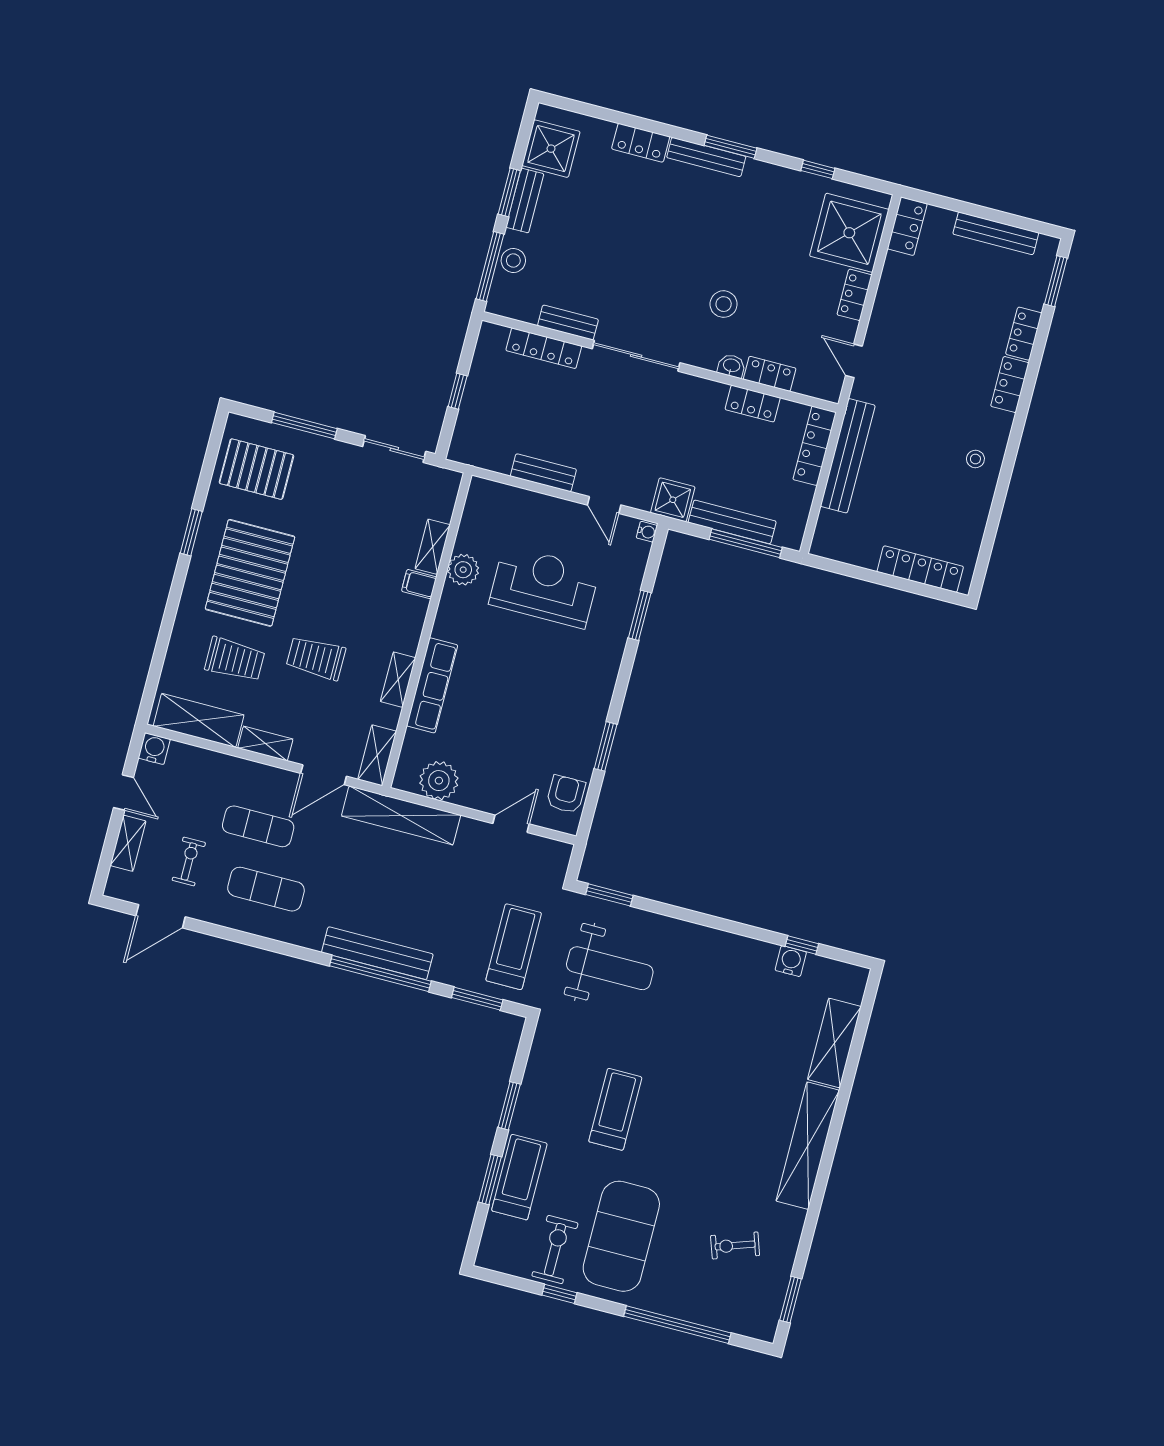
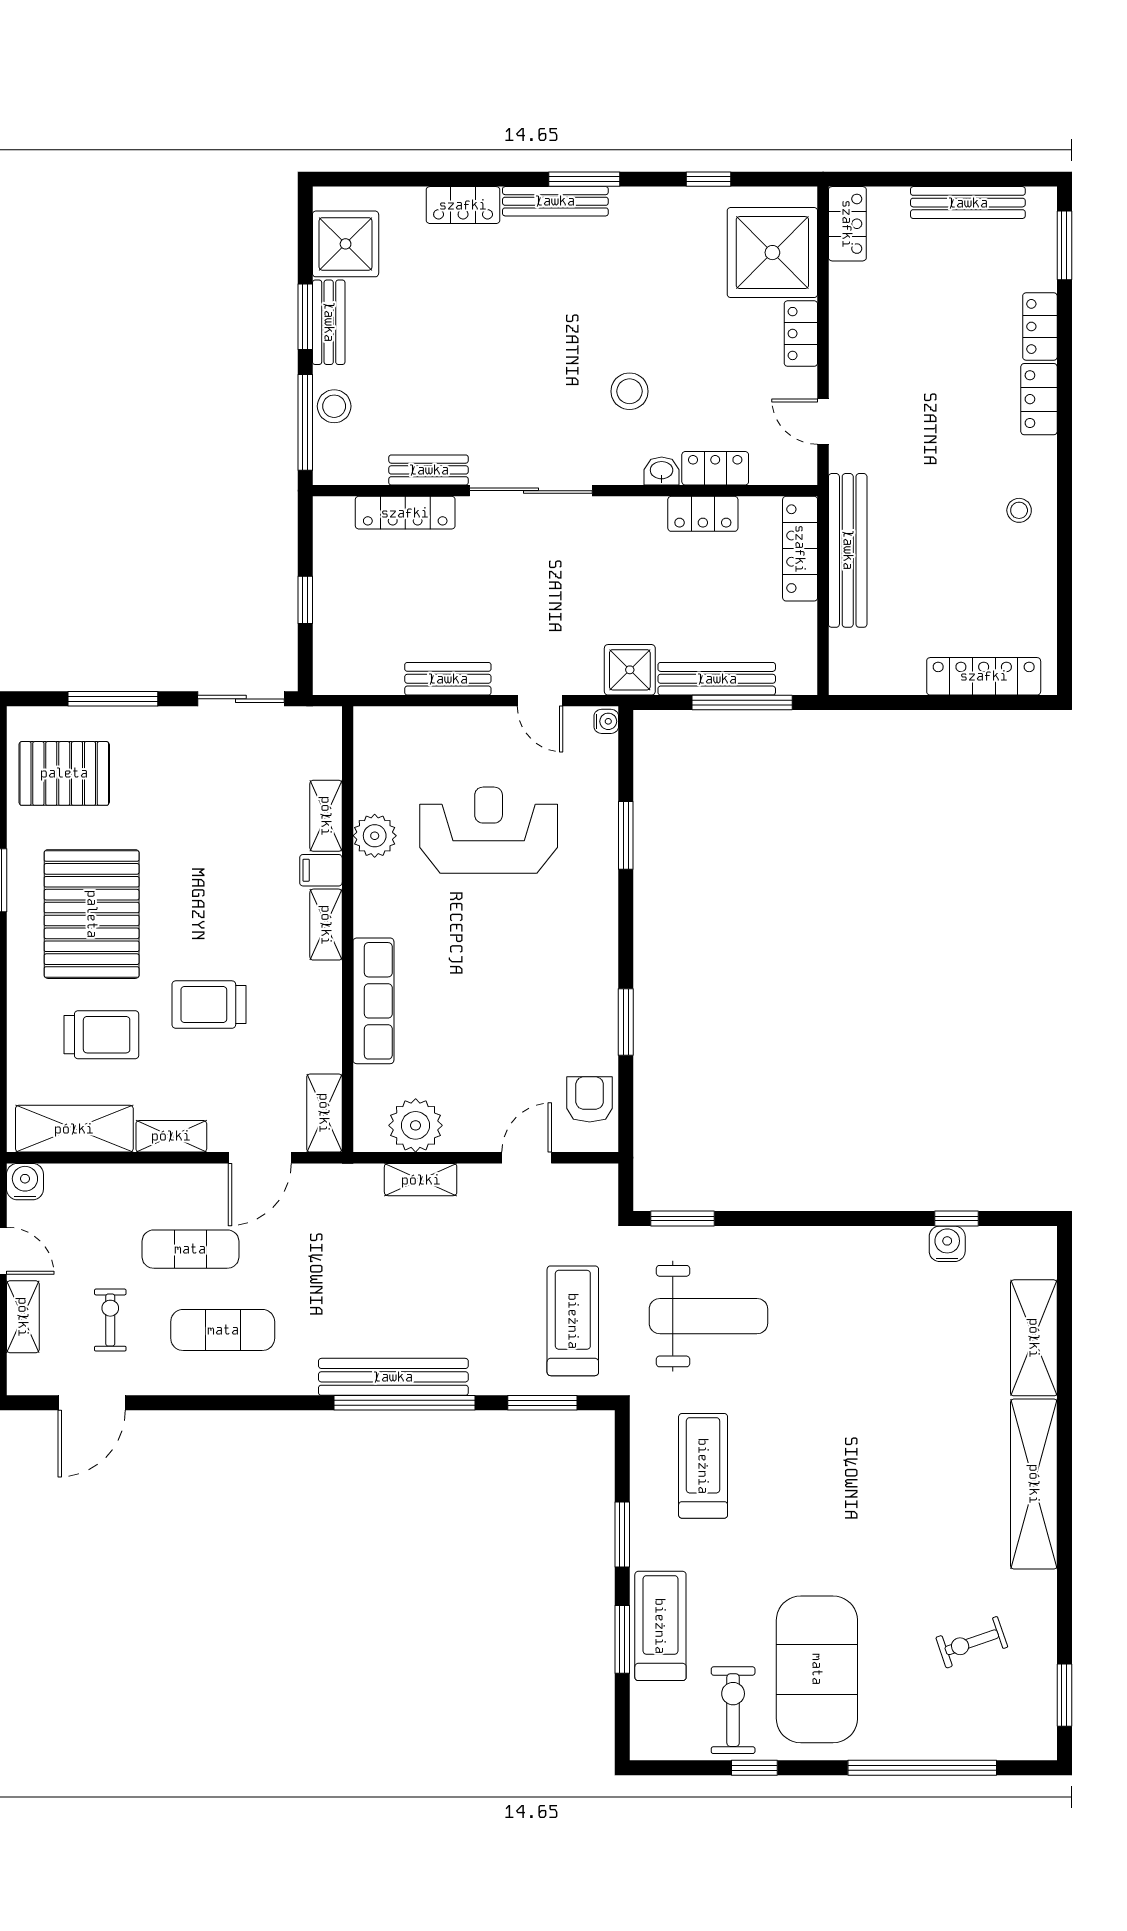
shelving: (398, 680) -> (326, 925), moved
shelving: (401, 815) -> (421, 1180), width x0.45, depth x0.75
treadmill: (615, 1109) -> (703, 1466), moved

